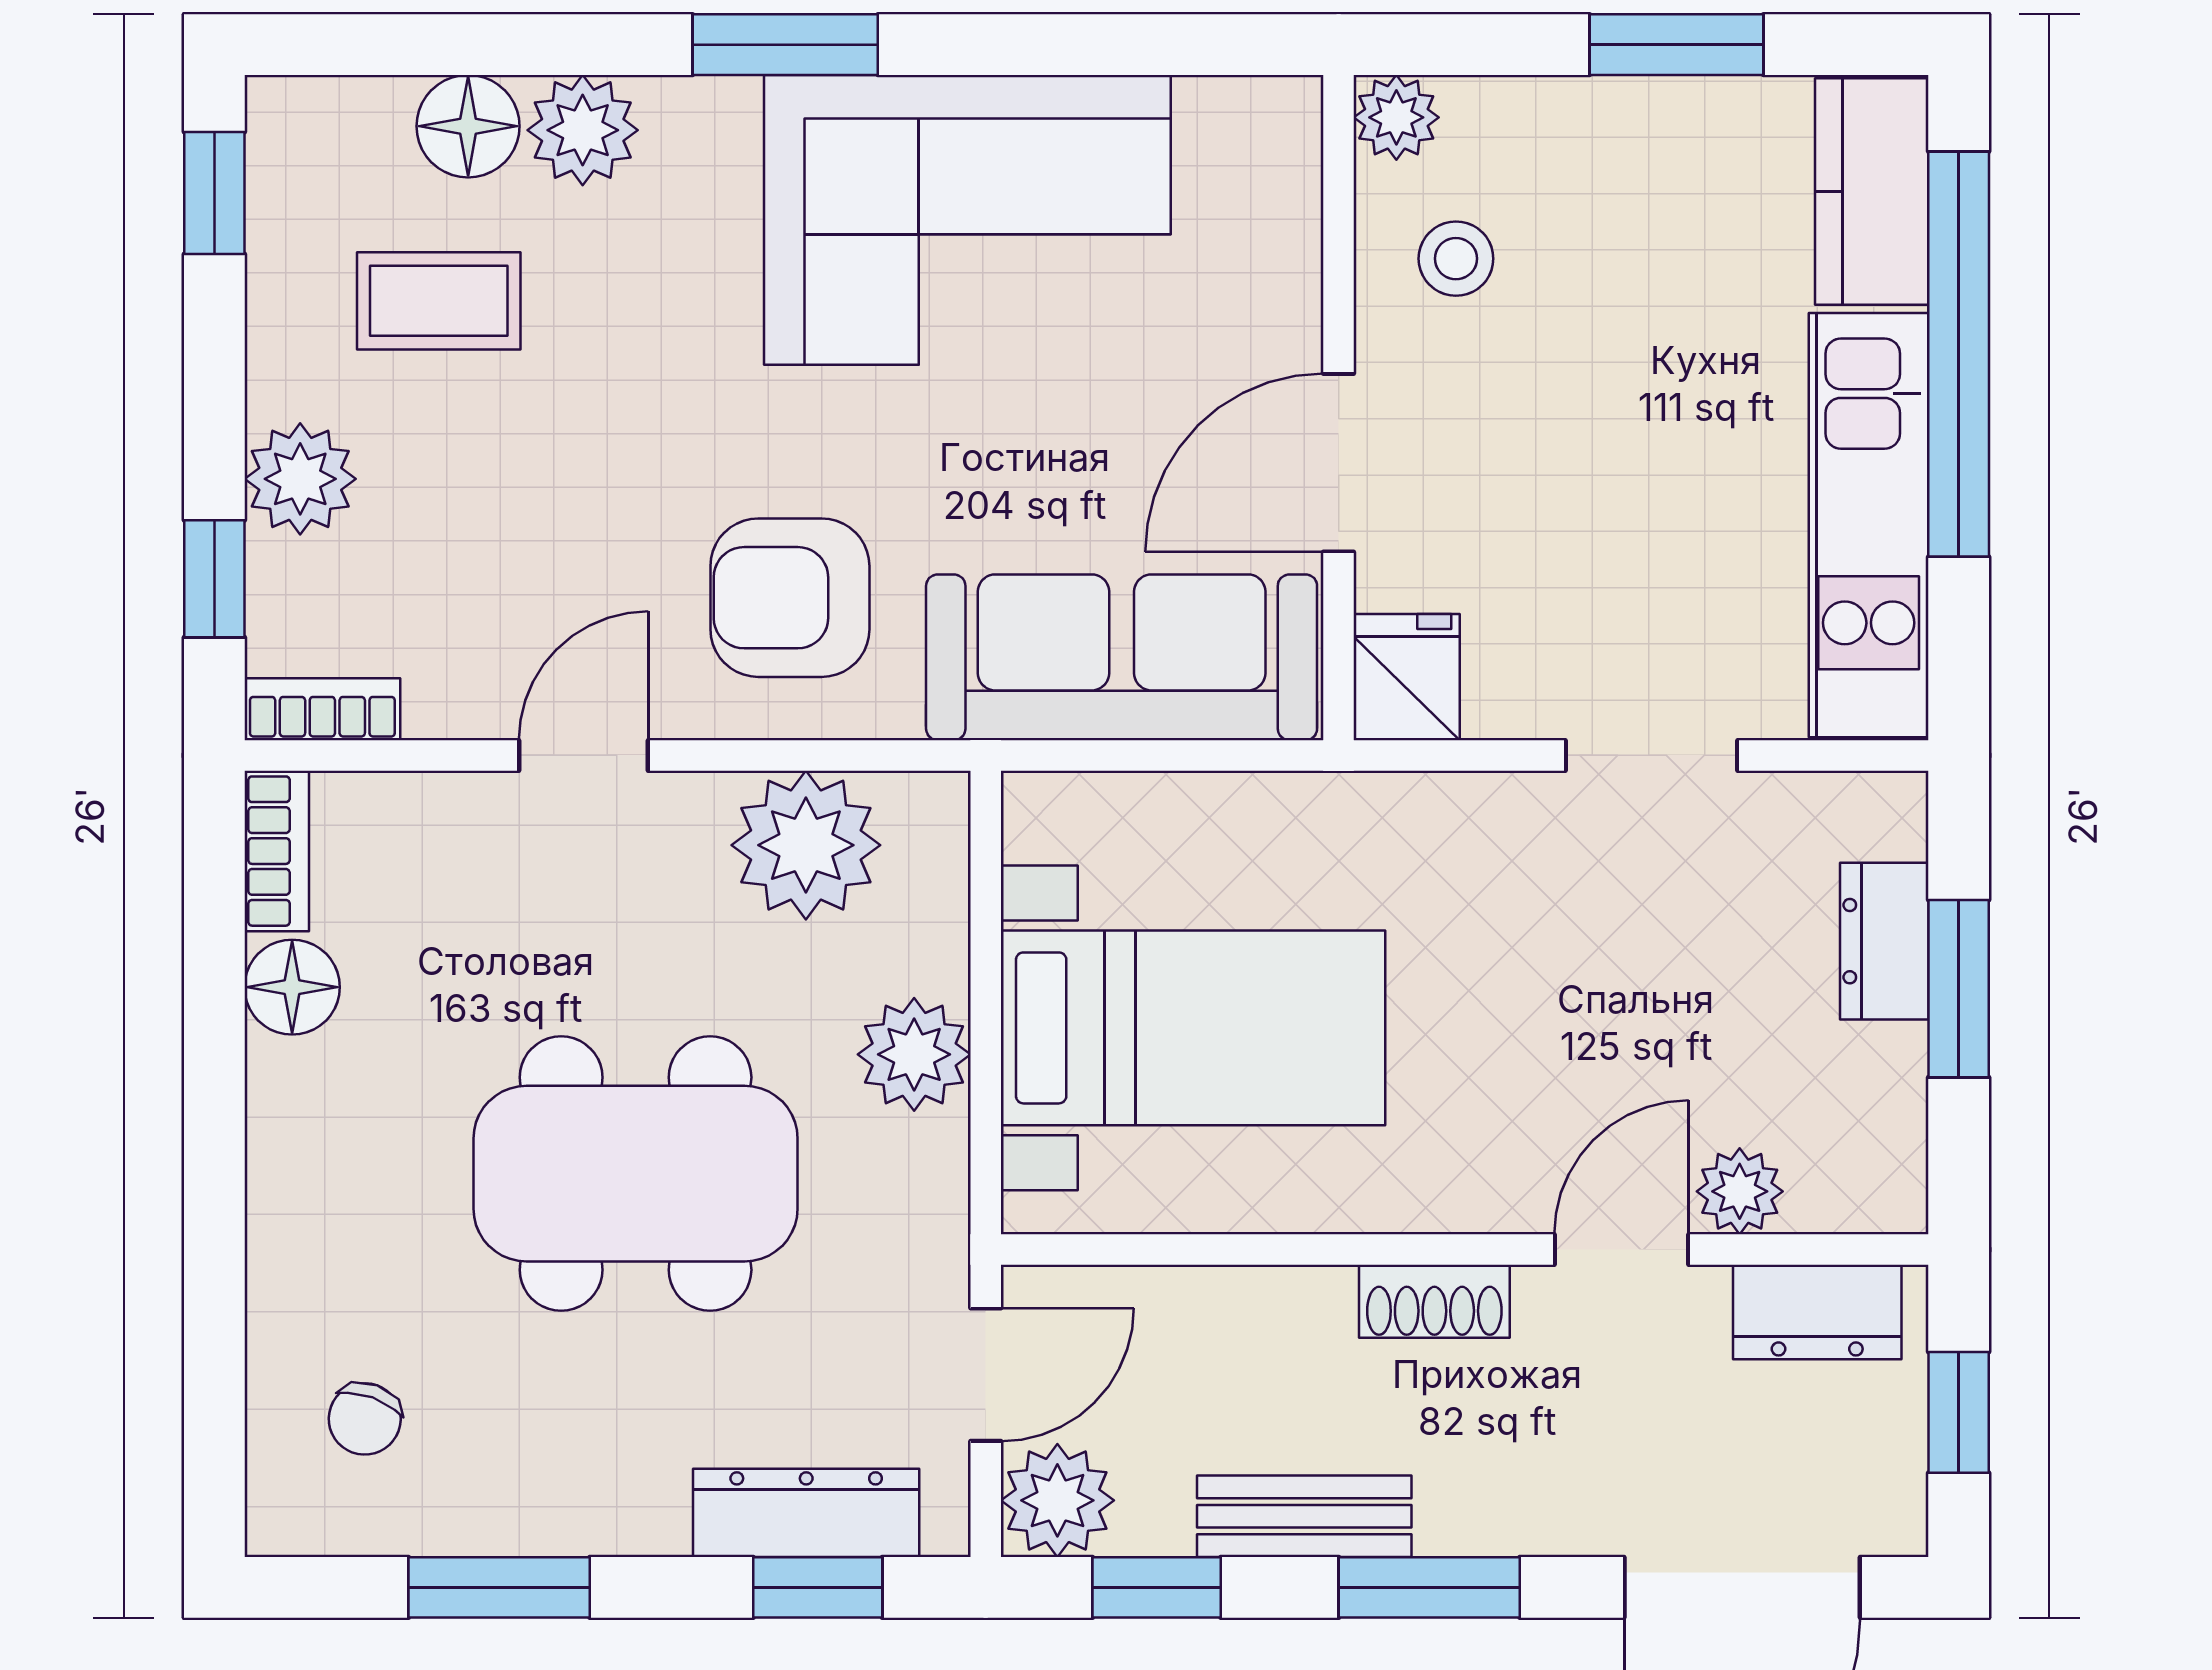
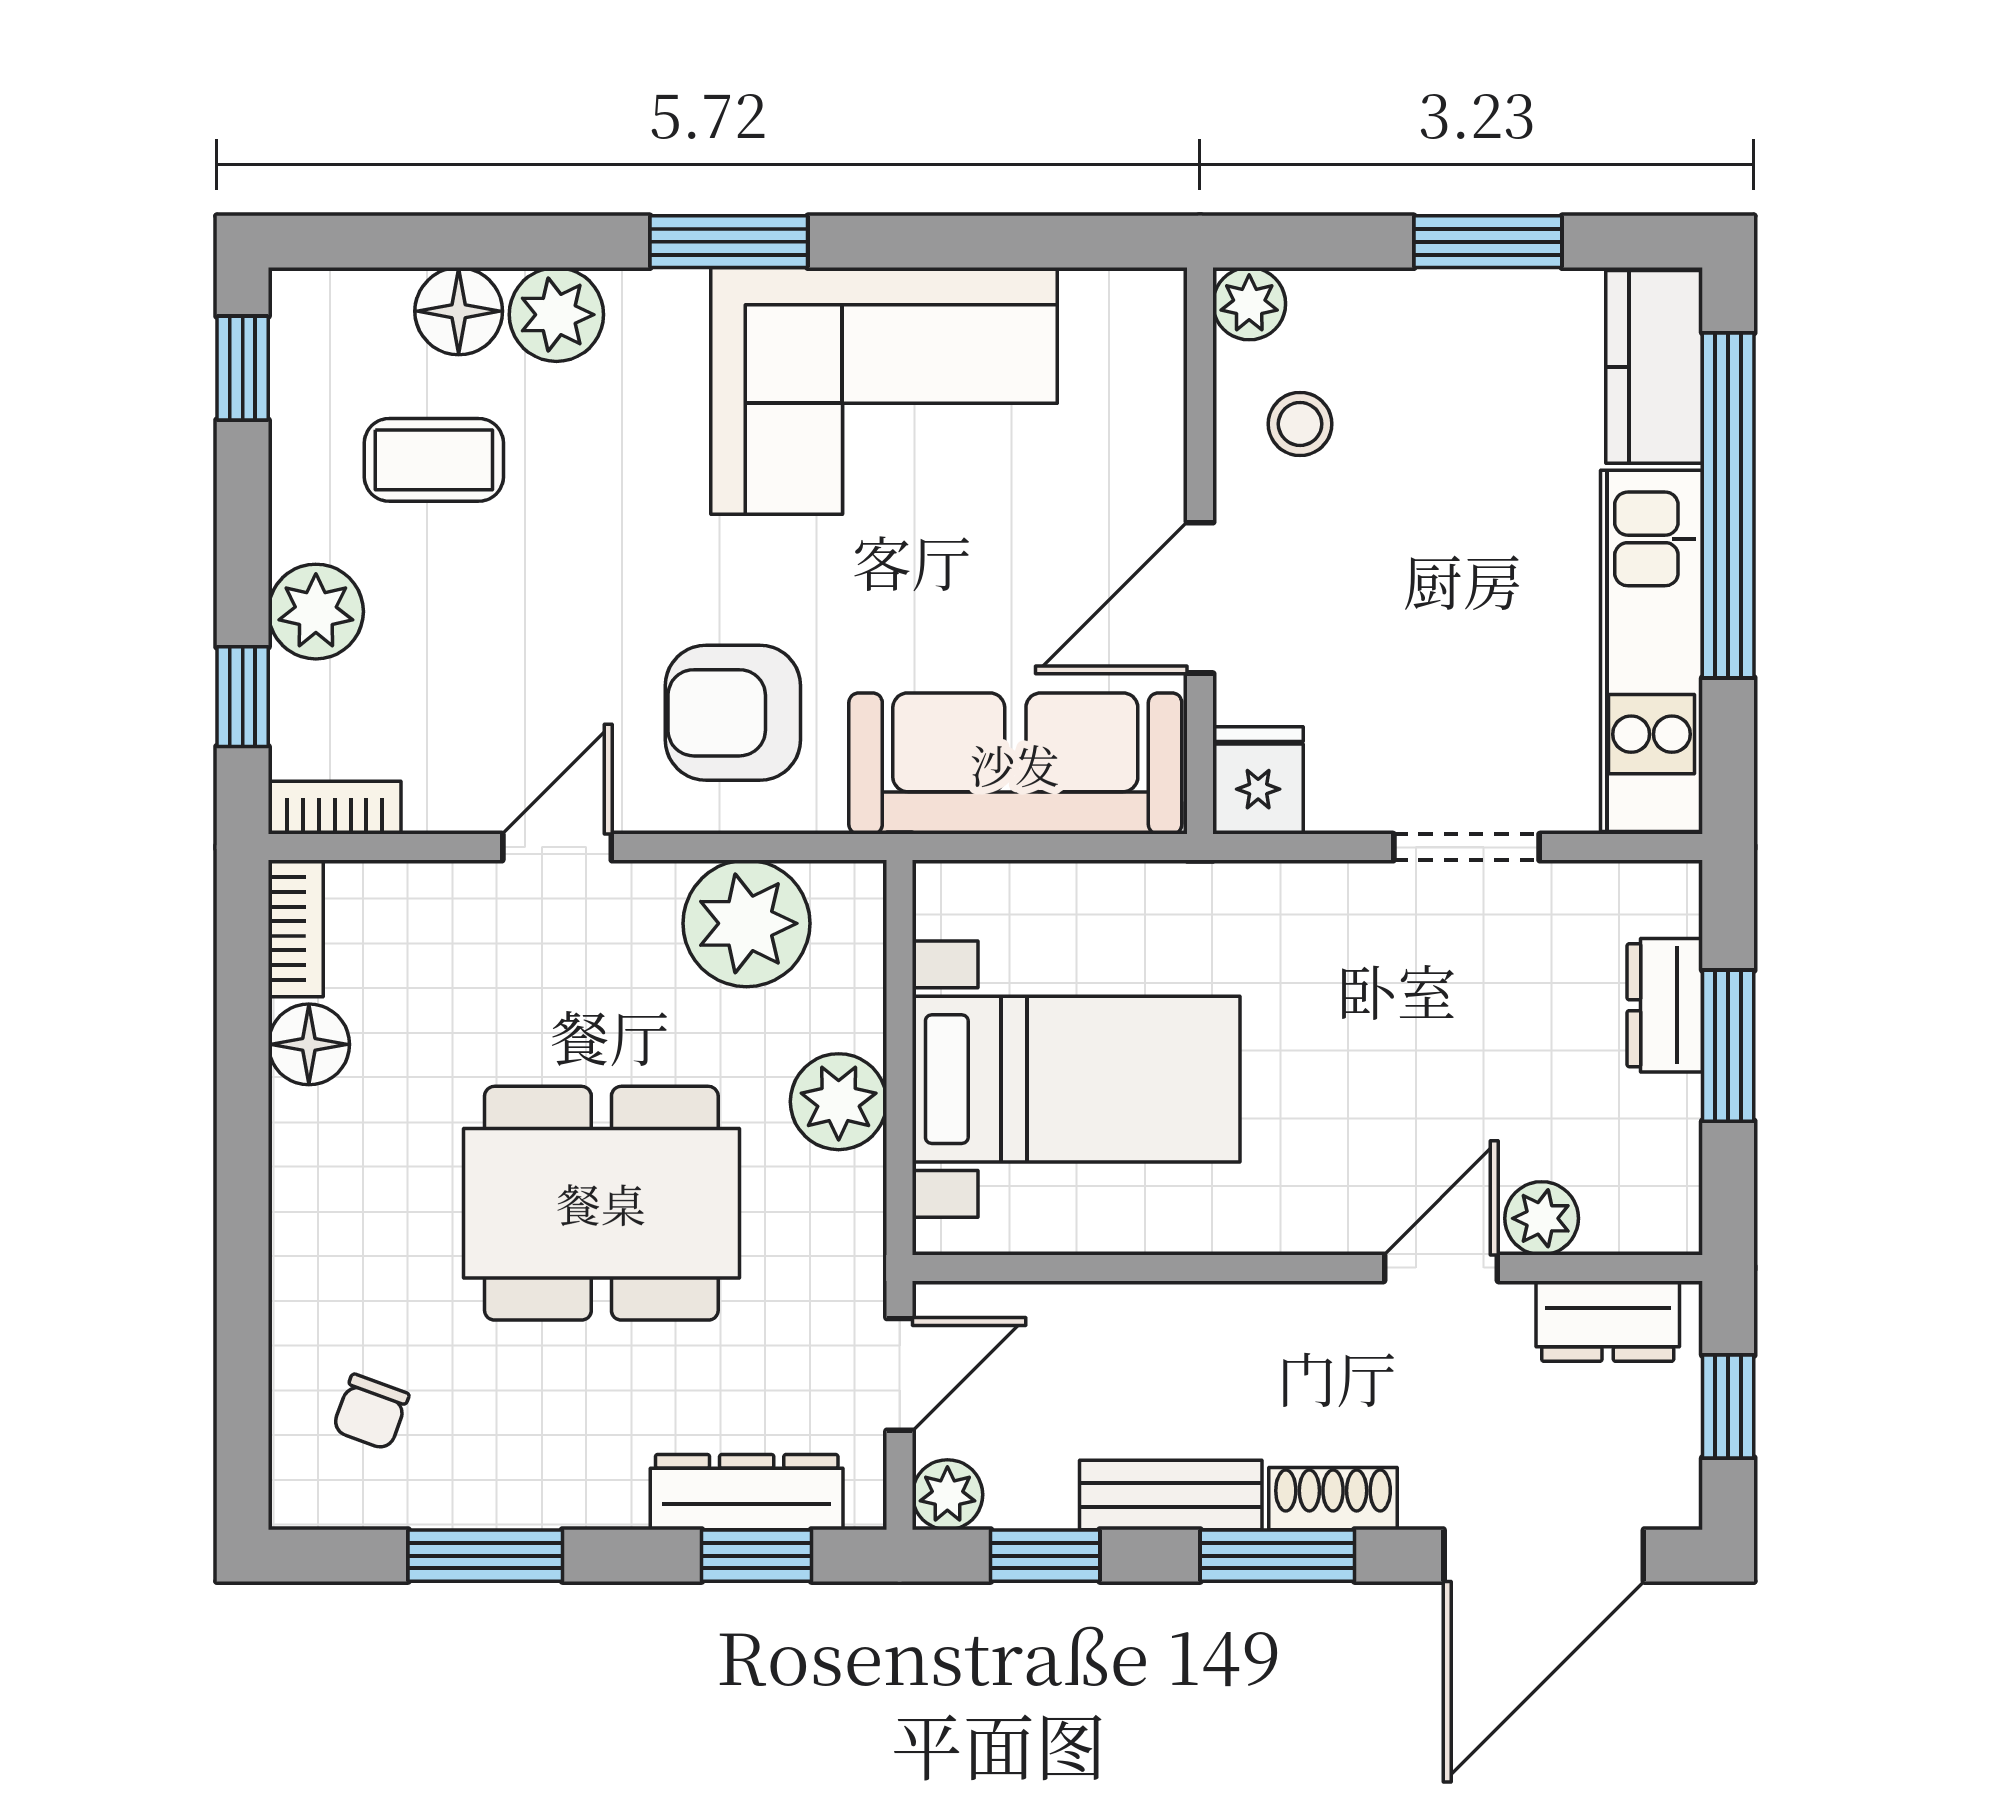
shoe rack: (1434, 1301) -> (1333, 1499), moved, turned 180
plant: (1057, 1500) -> (947, 1495), width x0.73, depth x0.73

